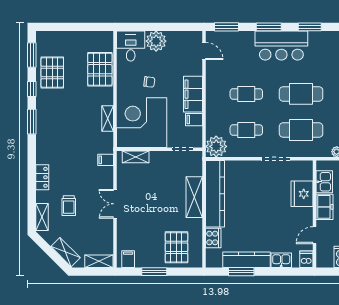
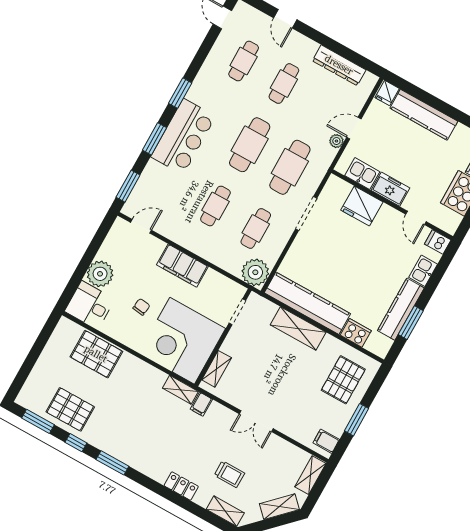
shelving: (108, 119) -> (180, 390), moved
filing cabinet: (194, 120) -> (211, 280), removed
pallet: (176, 247) -> (343, 380), turned 90

